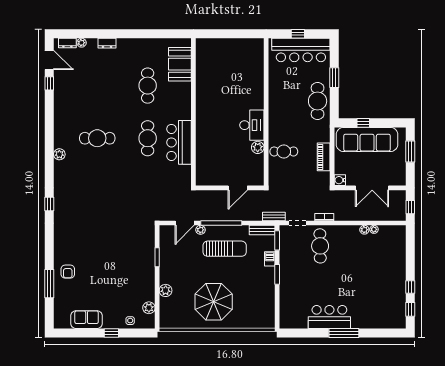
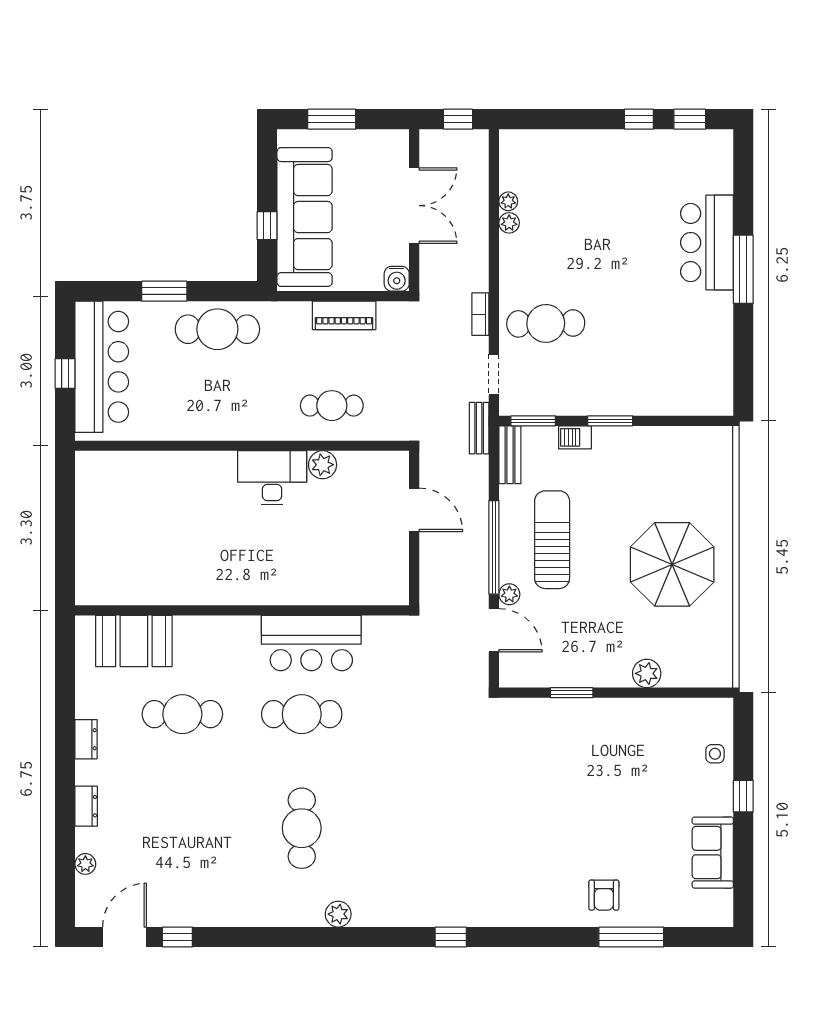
dresser: (67, 43) -> (86, 739), moved
cafe table: (284, 151) -> (332, 406), turned 90
armchair: (68, 272) -> (604, 895), turned 90
plant: (149, 308) -> (686, 711), removed
bar counter: (329, 317) -> (707, 243), moved

